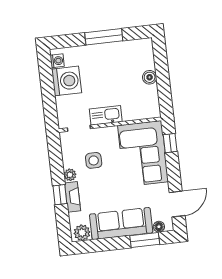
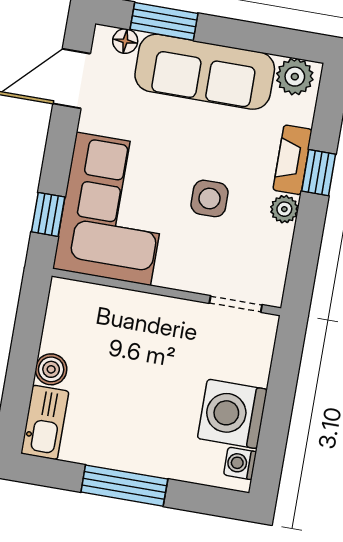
kitchen sink: (106, 115) -> (45, 422), moved, turned -90
side table: (94, 160) -> (210, 198), moved

